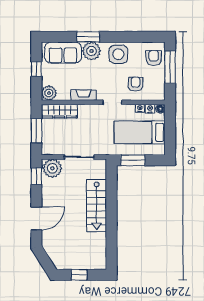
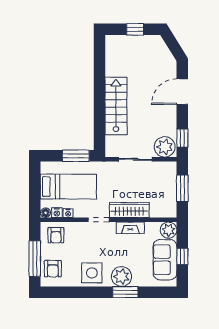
sofa: (63, 53) -> (165, 260), moved, turned -90
armchair: (136, 84) -> (56, 235), moved
wardrobe: (59, 111) -> (129, 210), moved

